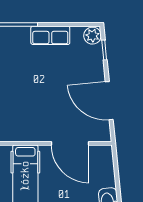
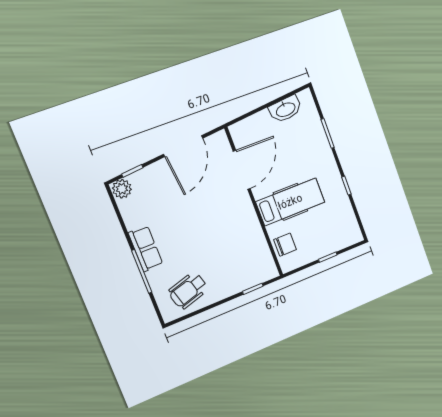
row of seats: (50, 35) -> (146, 249), moved

